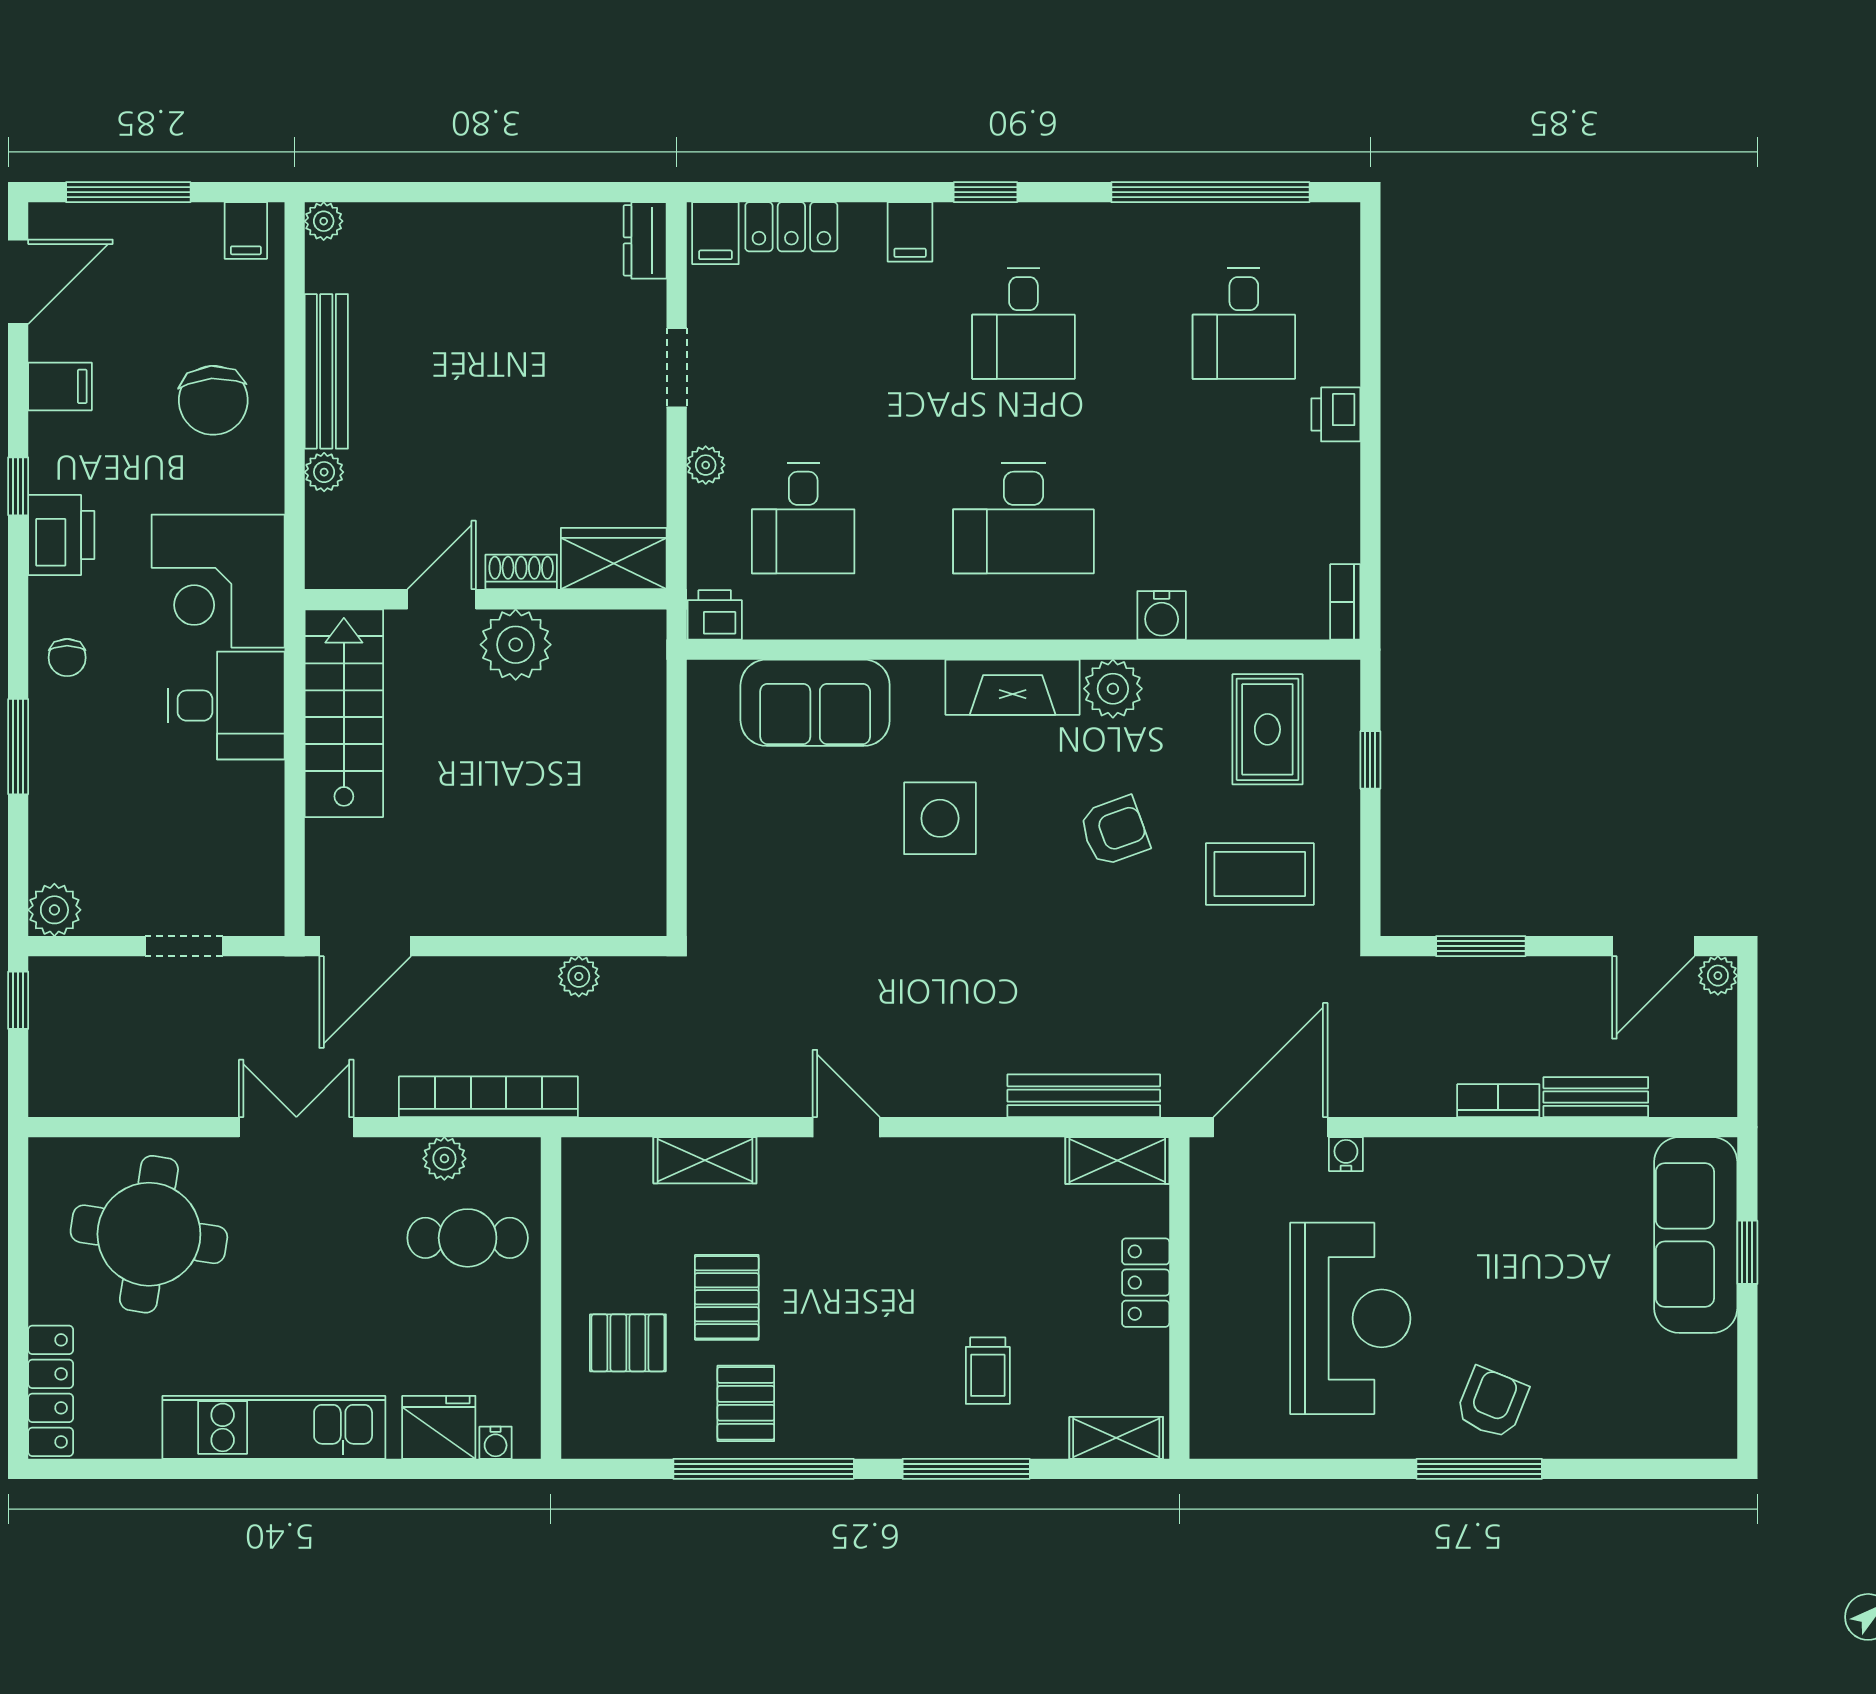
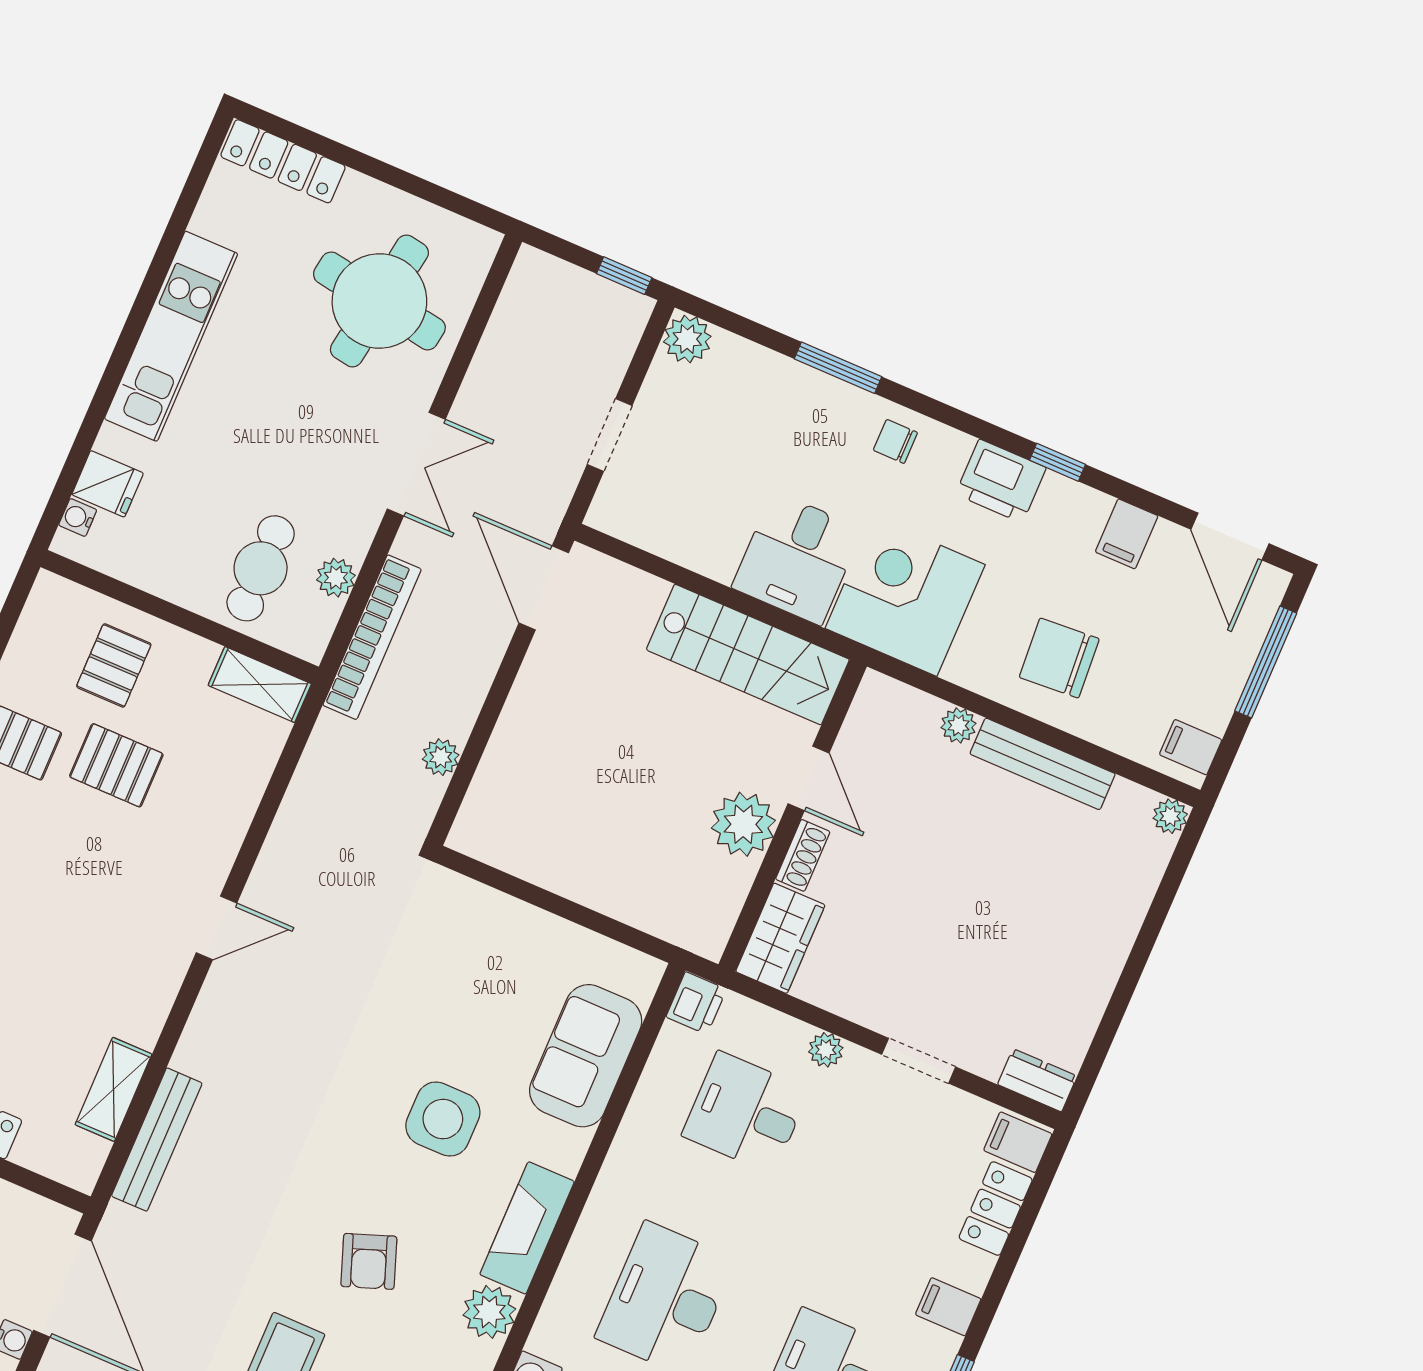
shelving: (705, 1160) -> (260, 685), moved, turned 90
shelving: (1117, 1161) -> (114, 1089), moved
fridge: (439, 1427) -> (108, 484), width x0.72

